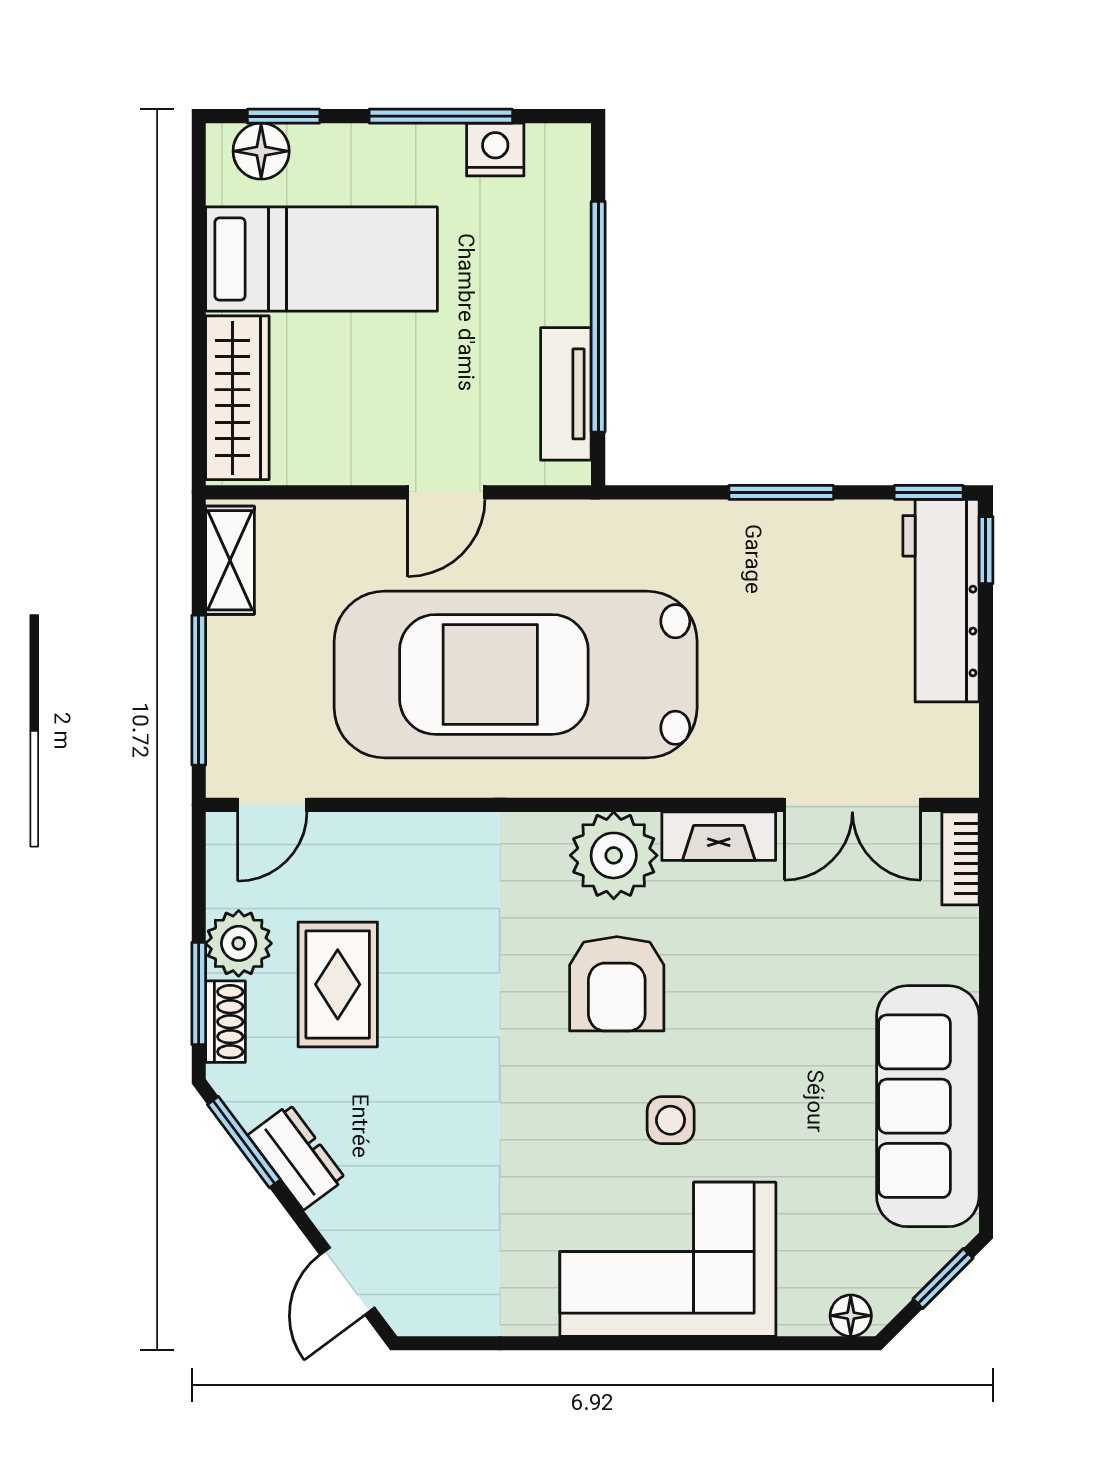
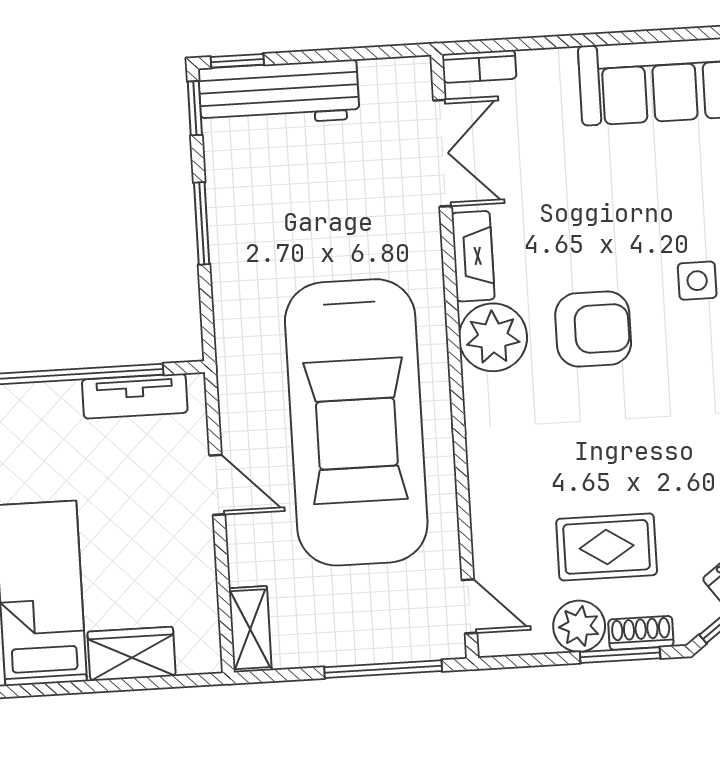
wardrobe: (237, 398) -> (132, 654), width x0.67
shelving: (230, 560) -> (250, 629), moved, turned 90

